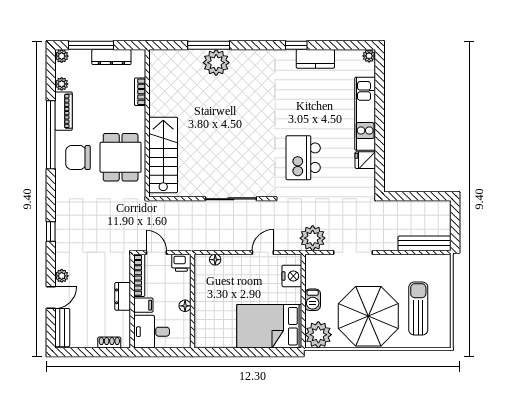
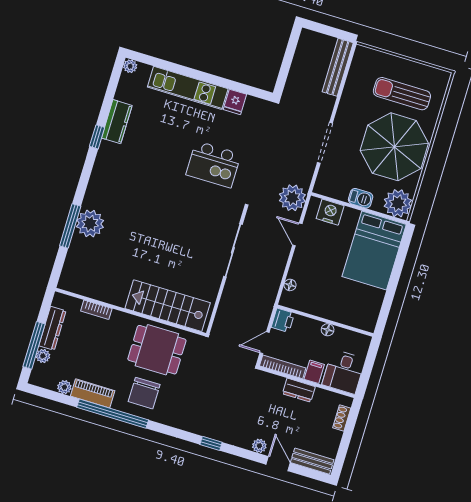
plant: (62, 56) -> (43, 356), moved
plant: (313, 238) -> (292, 198), moved

